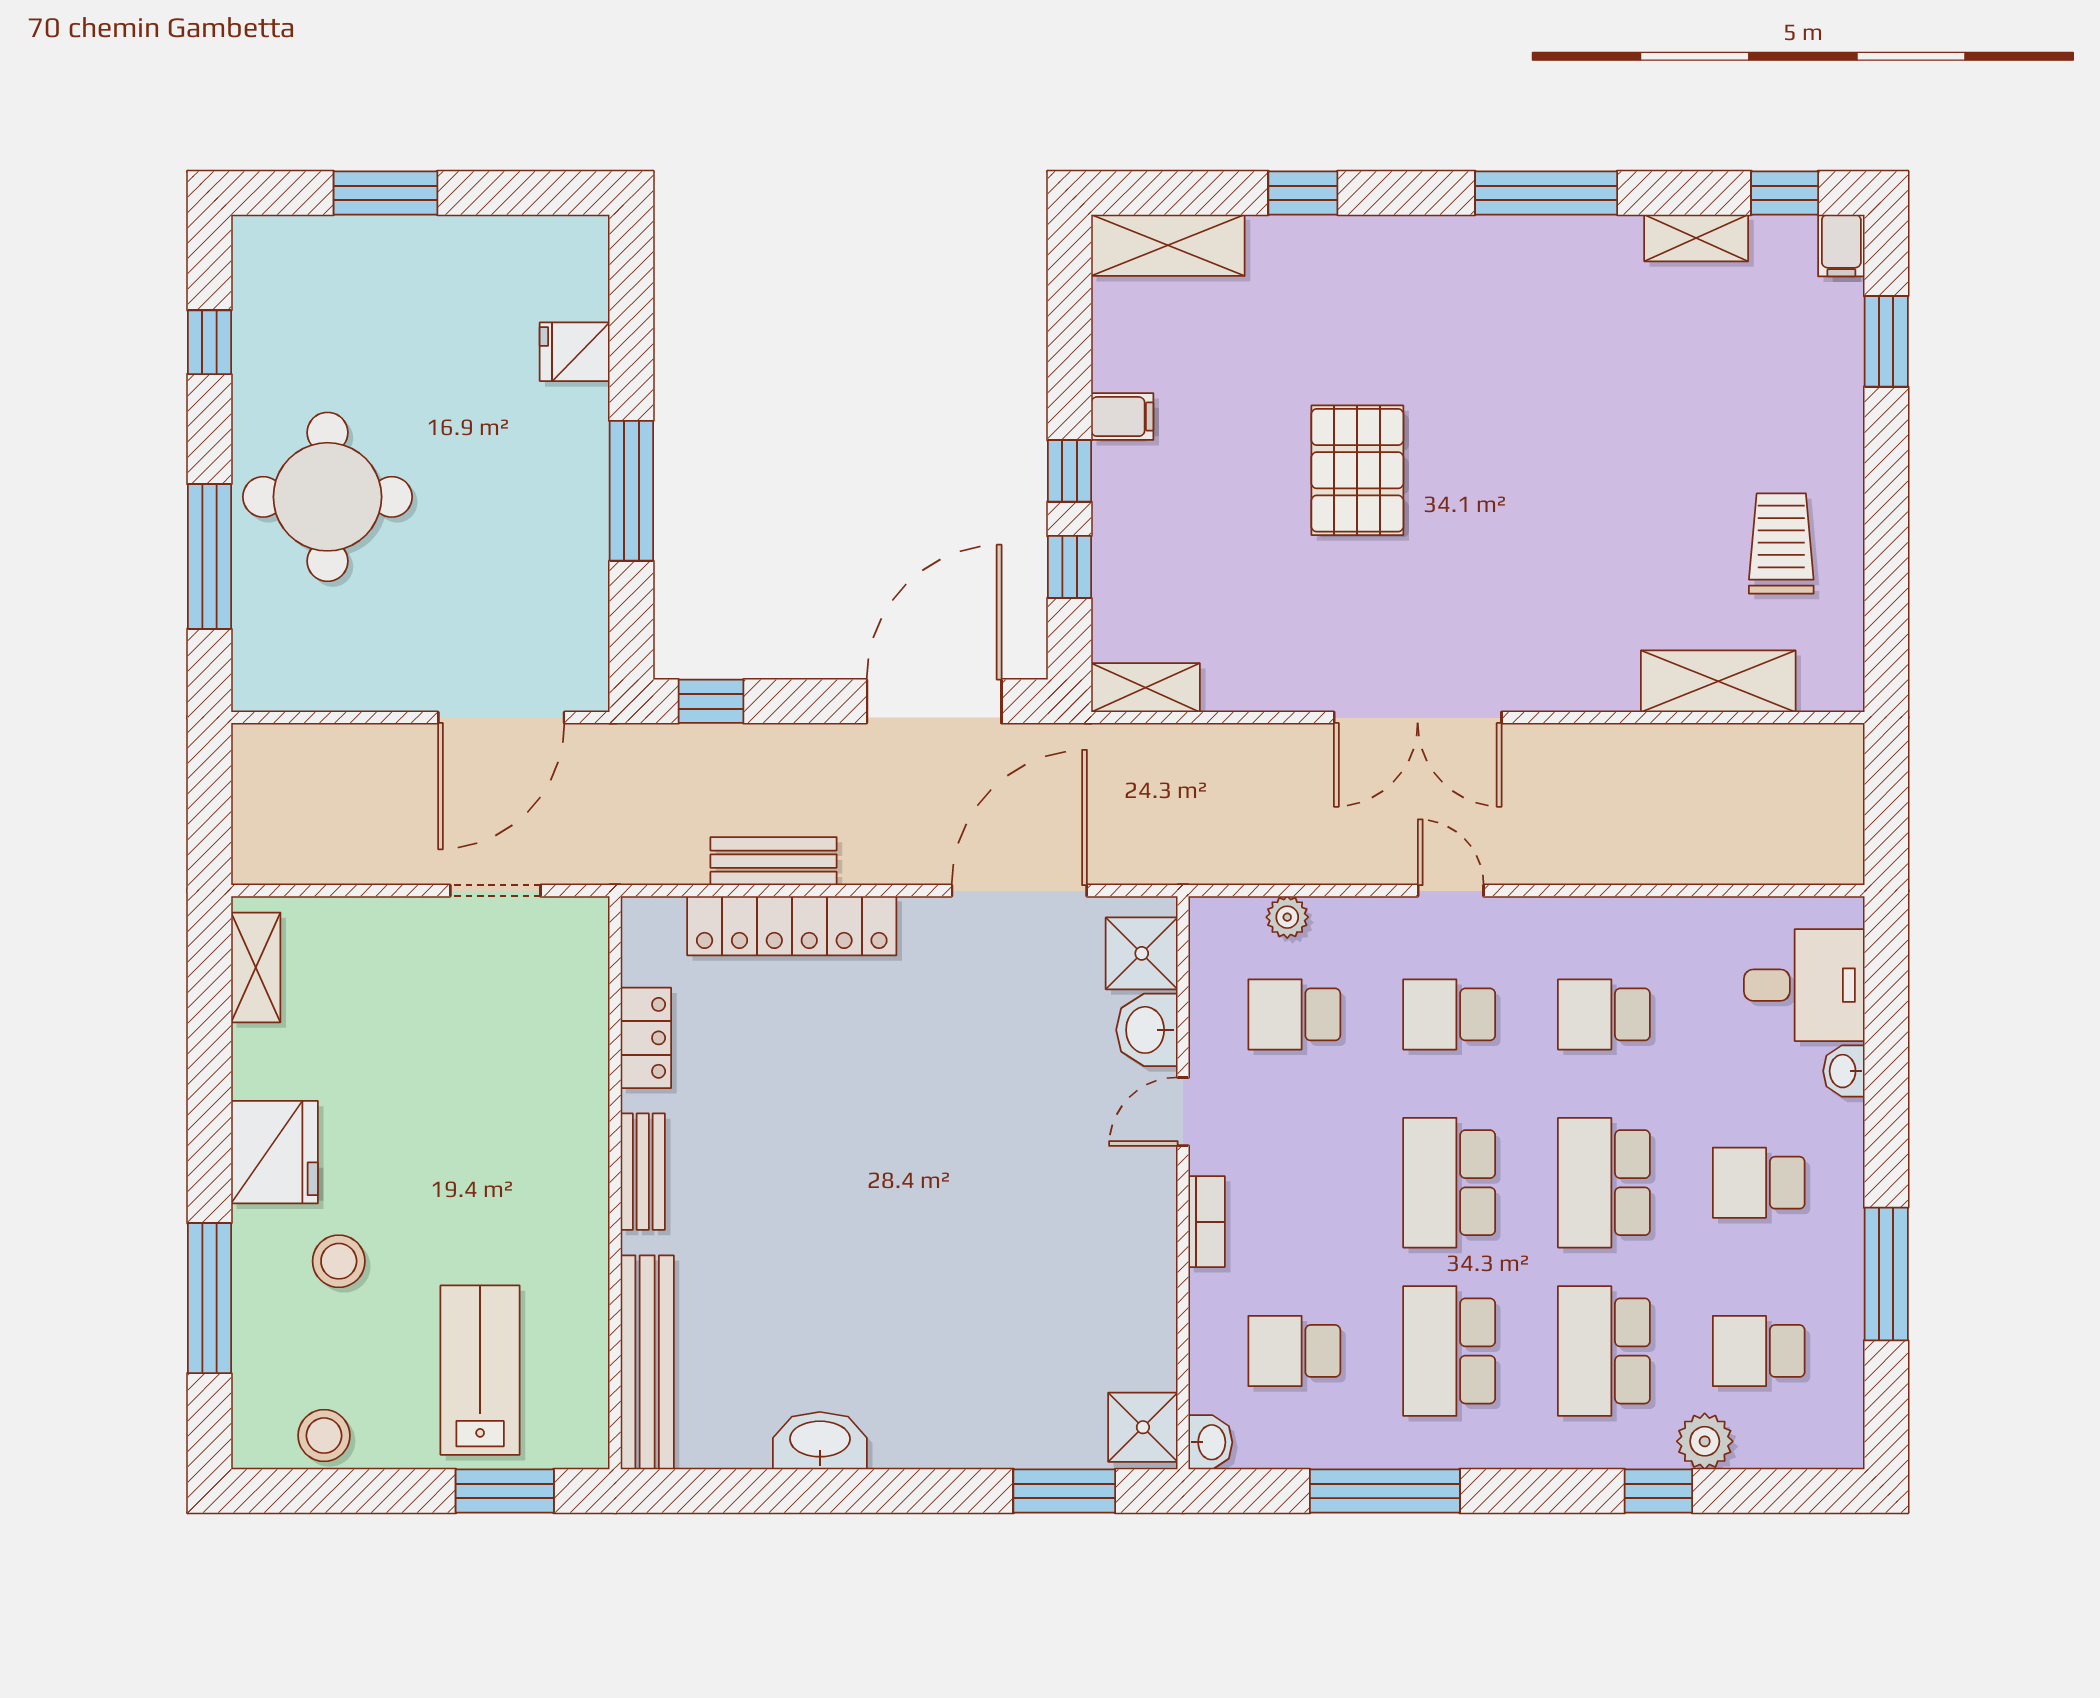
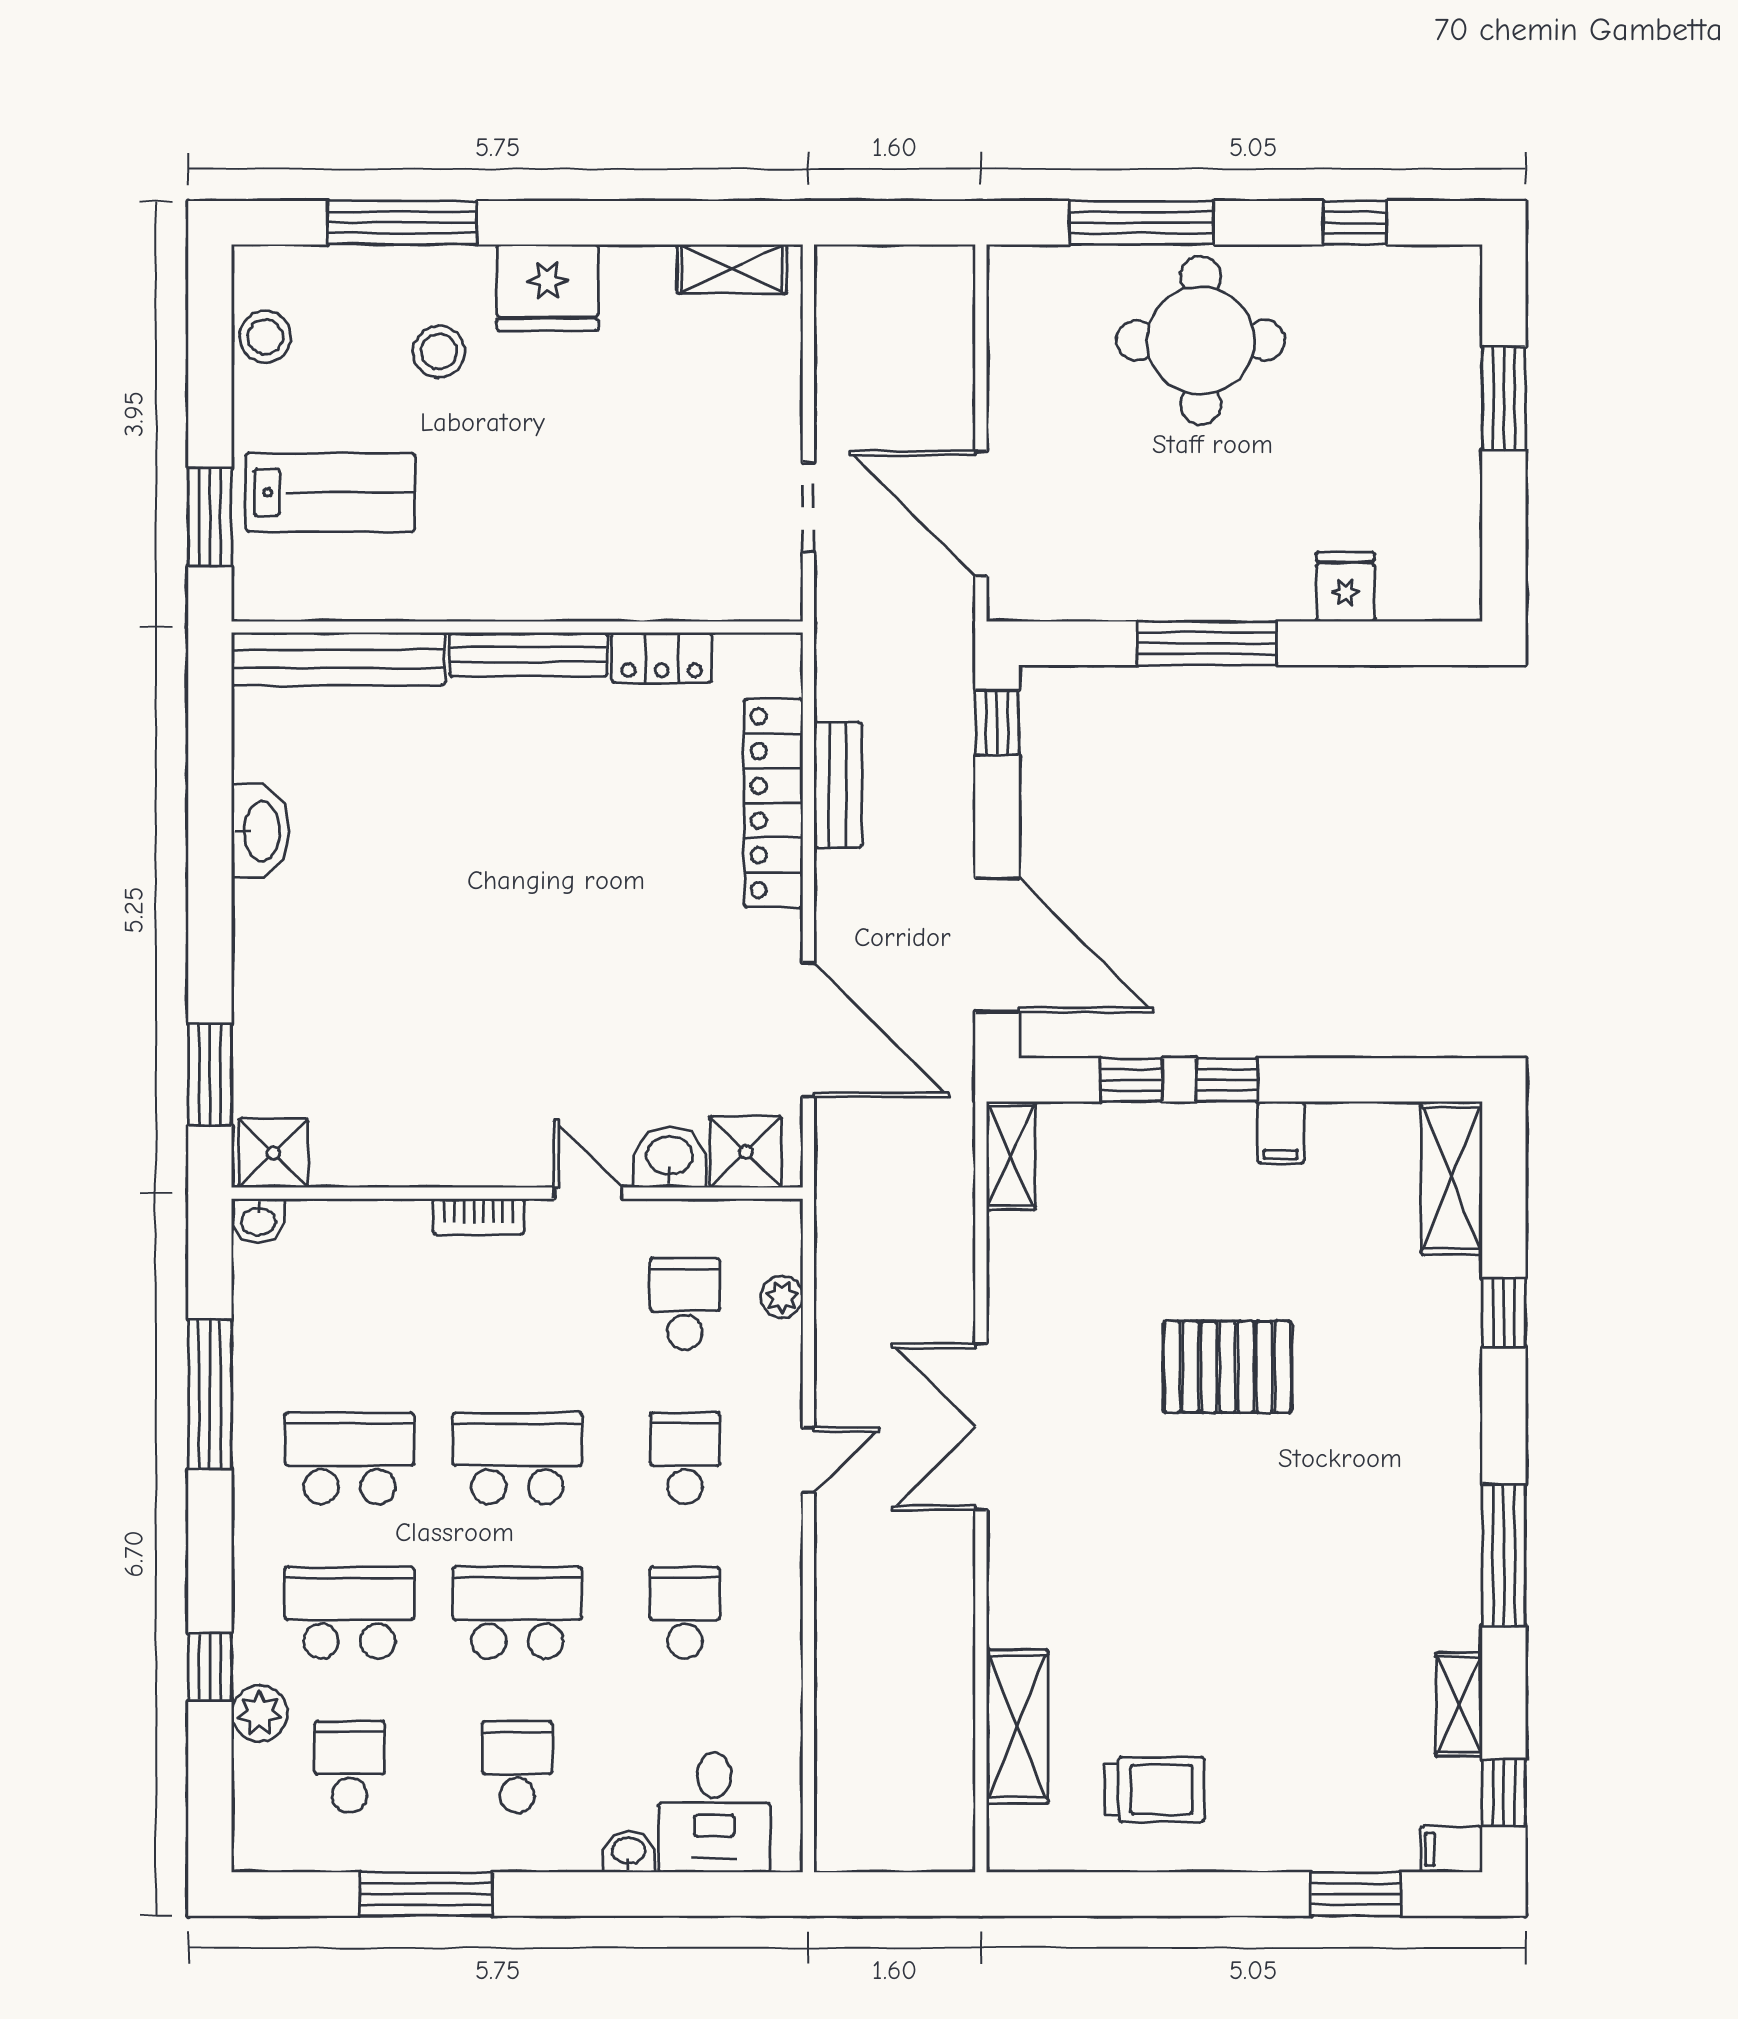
bench: (643, 1172) -> (528, 655), width x1.36
school desk: (1294, 1351) -> (349, 1304), removed

